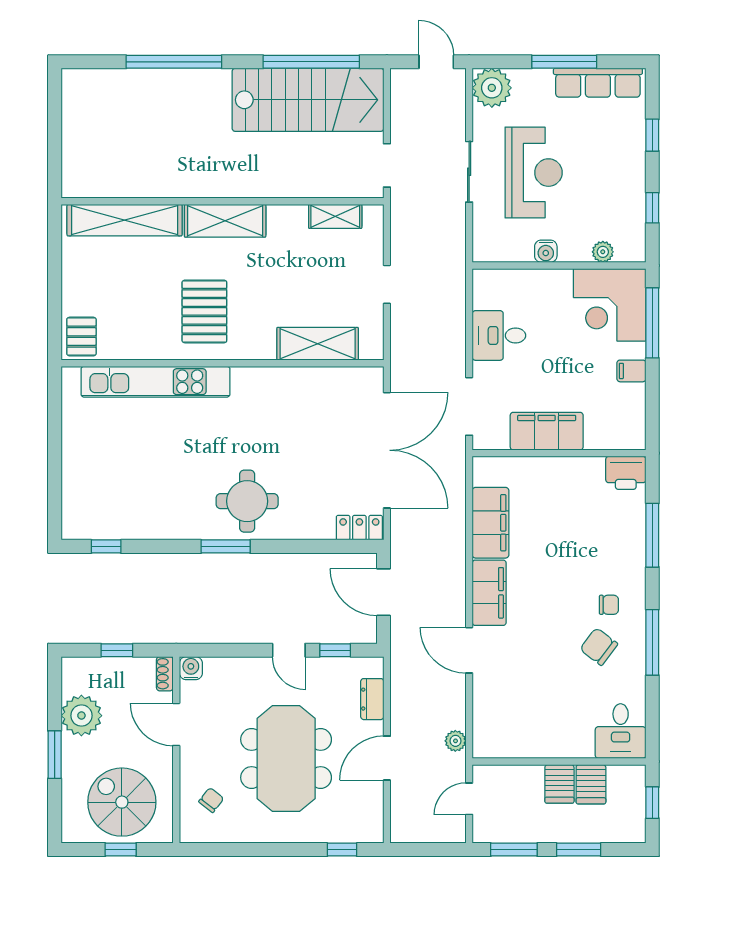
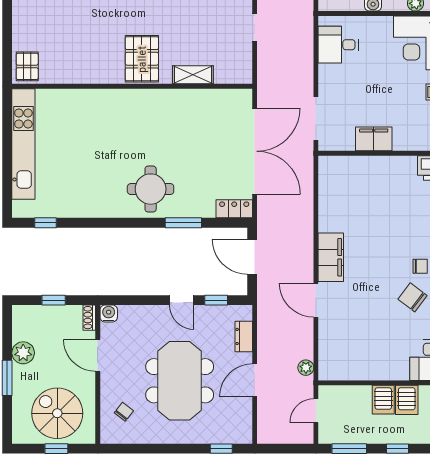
pallet: (204, 311) -> (142, 59), moved
desk: (499, 335) -> (338, 45), moved
shelving: (318, 344) -> (193, 75), width x0.67, depth x0.75
kitchen unit: (155, 382) -> (23, 144), moved, turned -90
filing cabinet: (547, 431) -> (374, 139), width x0.67, depth x0.86
filing cabinet: (490, 523) -> (332, 205), removed
window: (226, 546) -> (183, 223), moved
plant: (81, 716) -> (23, 353), width x0.73, depth x0.73
window: (579, 850) -> (398, 449), width x0.67

